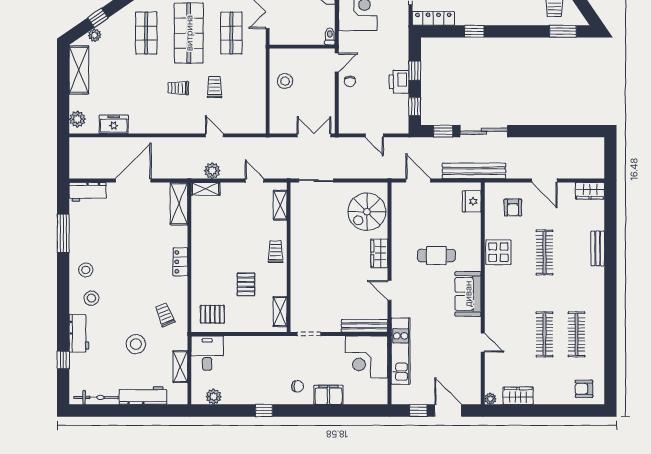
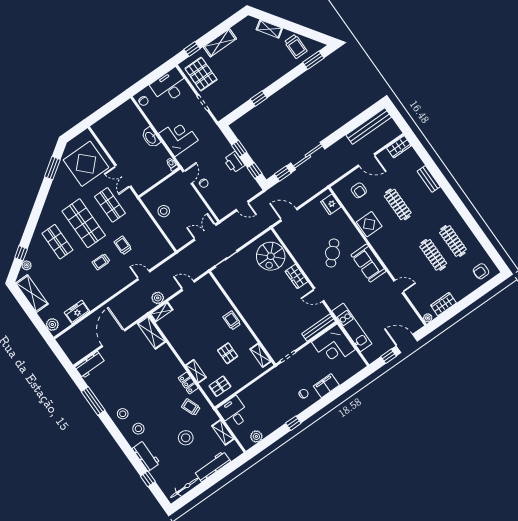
locker: (433, 18) -> (228, 108), removed
bench: (474, 171) -> (369, 126), moved
shelving: (280, 205) -> (196, 371), moved
cafe table: (436, 255) -> (332, 253), turned -46
locker: (180, 262) -> (188, 383), moved

